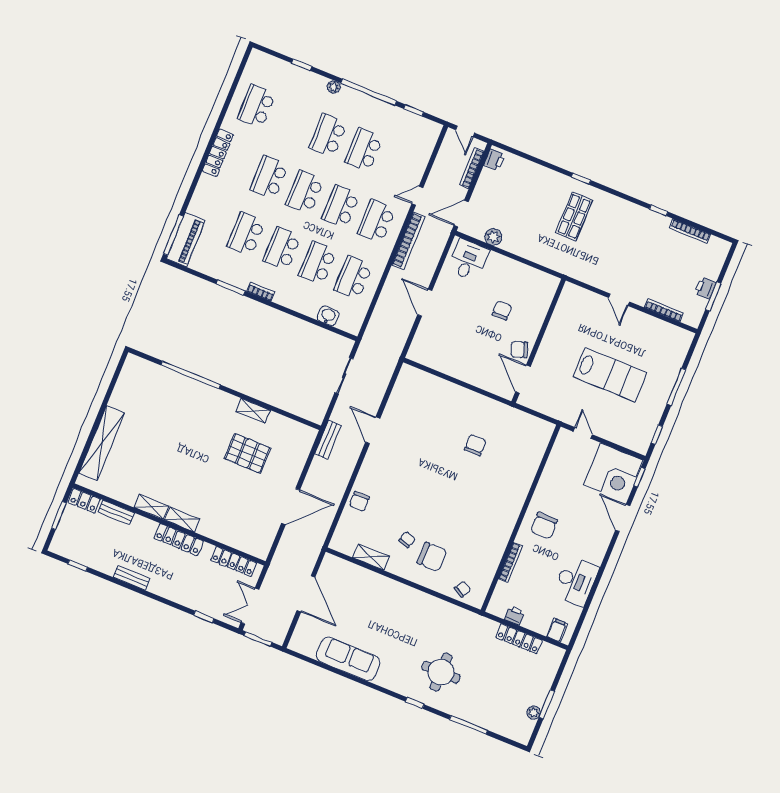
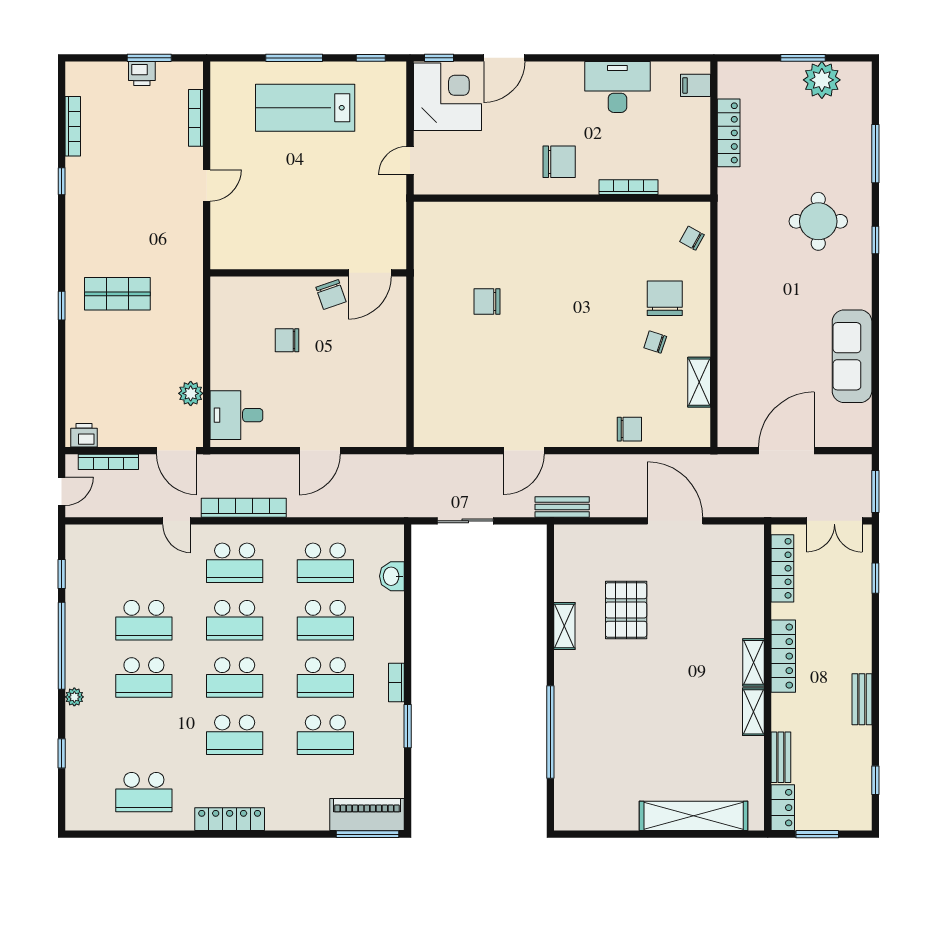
lab bench: (610, 375) -> (305, 108), moved, turned -90
printer: (514, 616) -> (699, 152), removed
plant: (534, 713) -> (822, 80), width x1.87, depth x1.87

